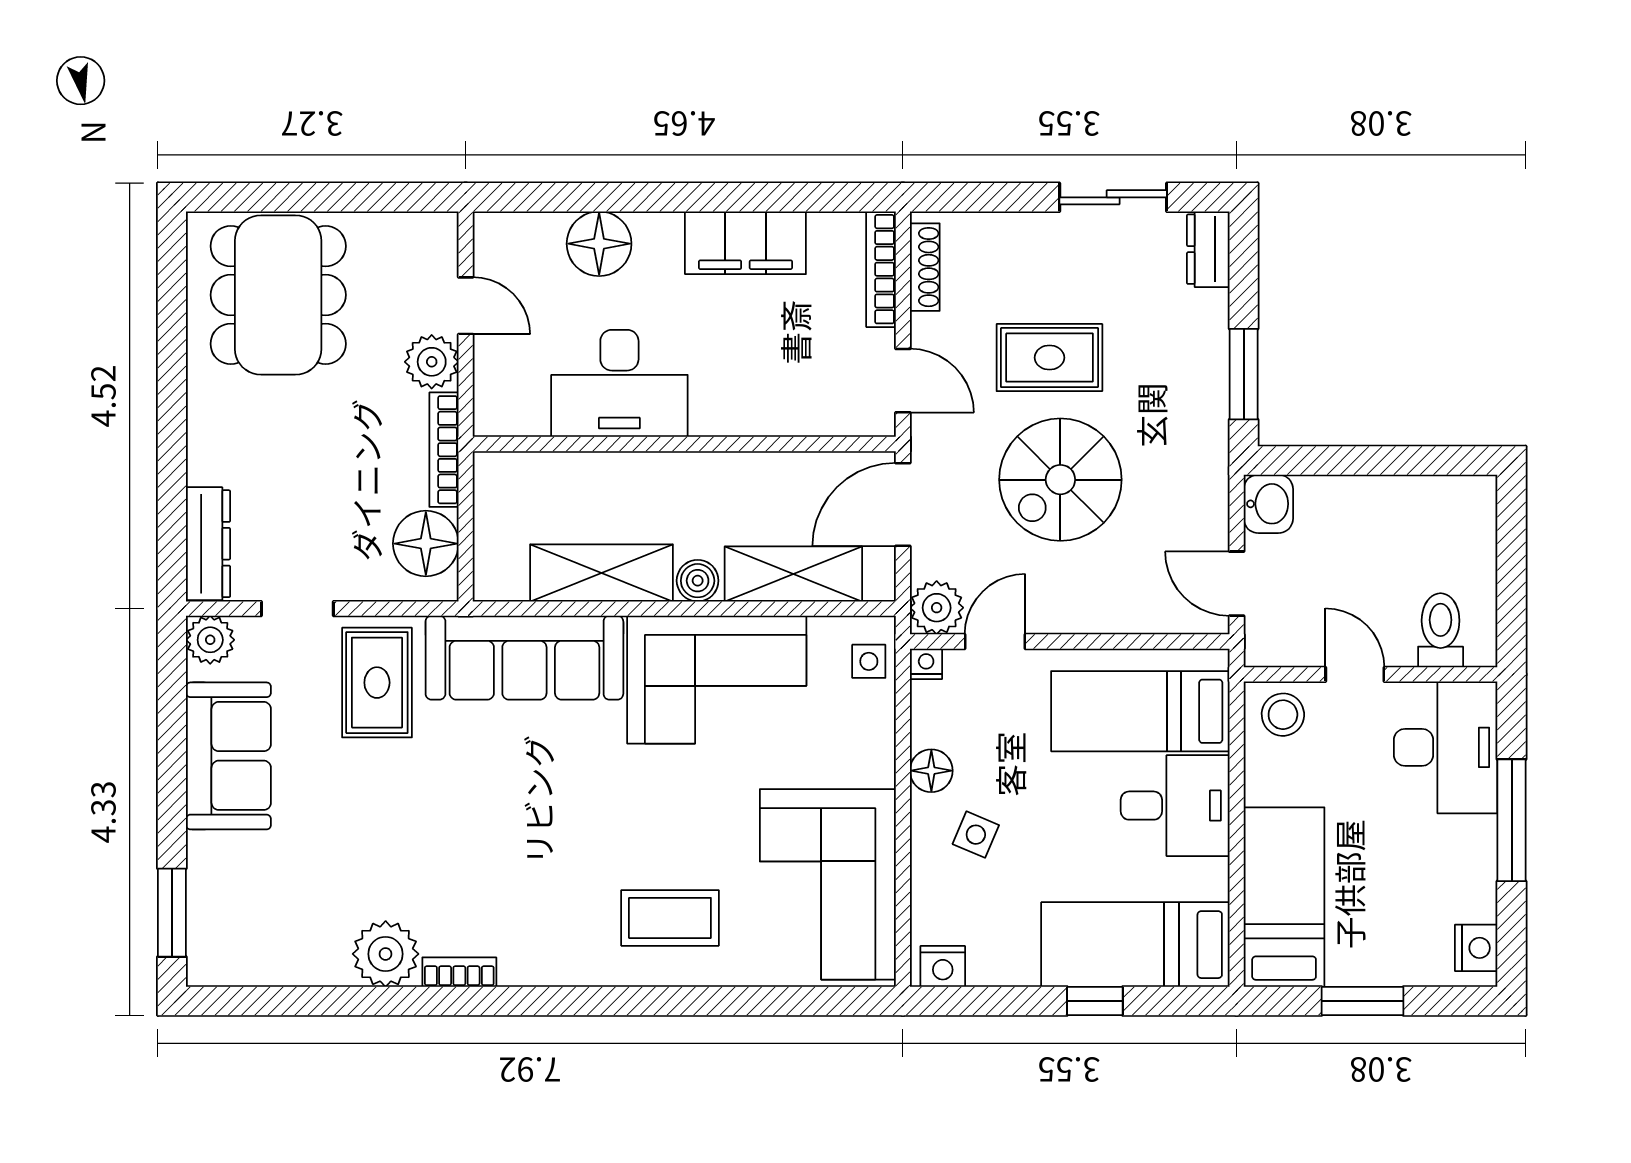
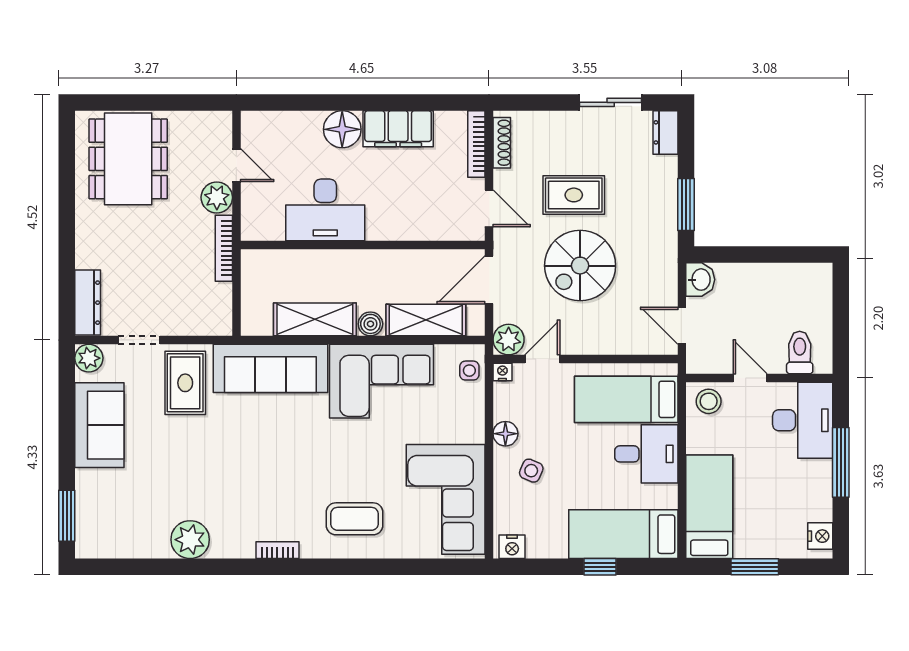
floor lamp: (599, 244) -> (342, 129), moved
floor lamp: (426, 544) -> (213, 302), removed
bookcase: (459, 972) -> (277, 550), moved

